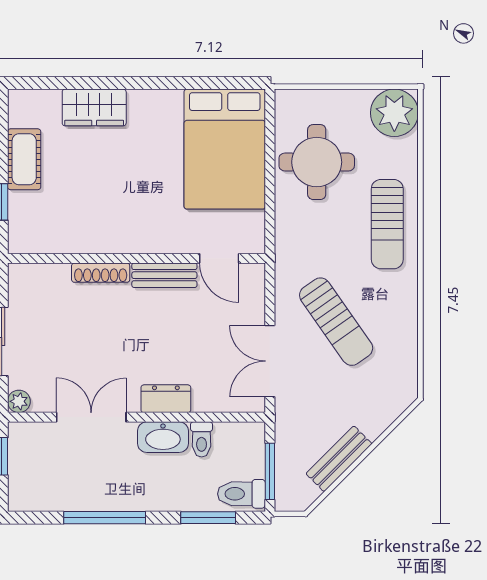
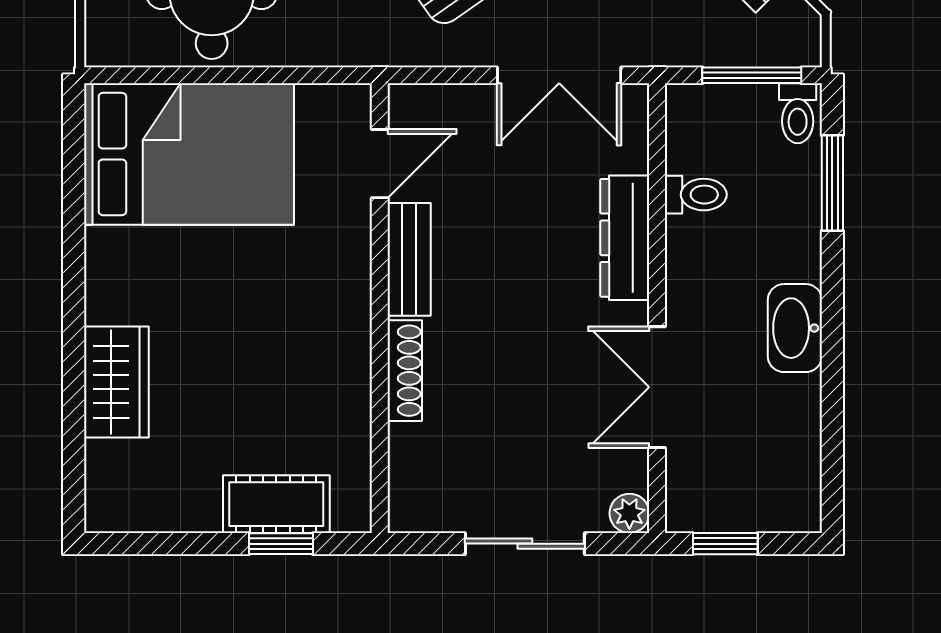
cot: (24, 159) -> (276, 504), moved
dresser: (166, 399) -> (625, 238), width x1.44
washbasin: (163, 437) -> (795, 328), moved, turned 180
toilet: (241, 494) -> (798, 113), width x0.73, depth x0.72
window: (105, 518) -> (832, 364), removed

